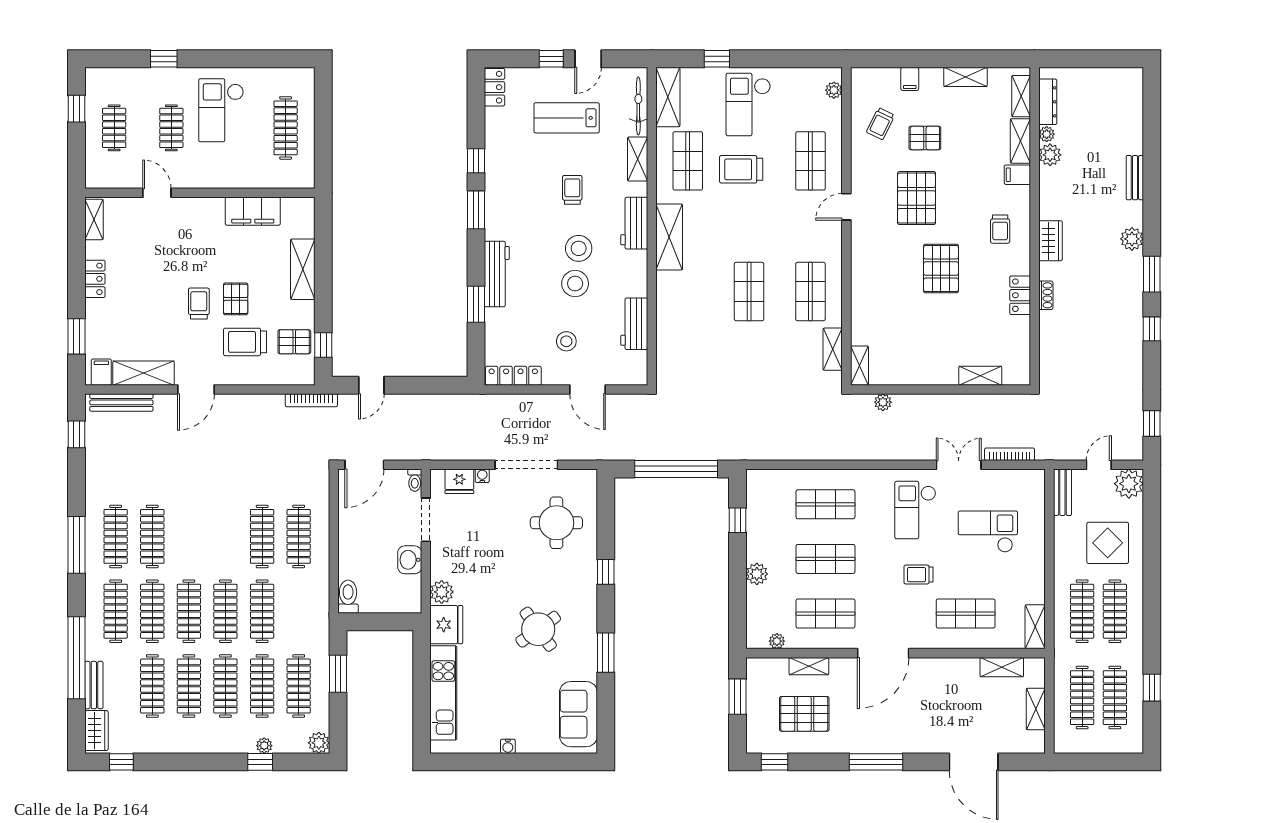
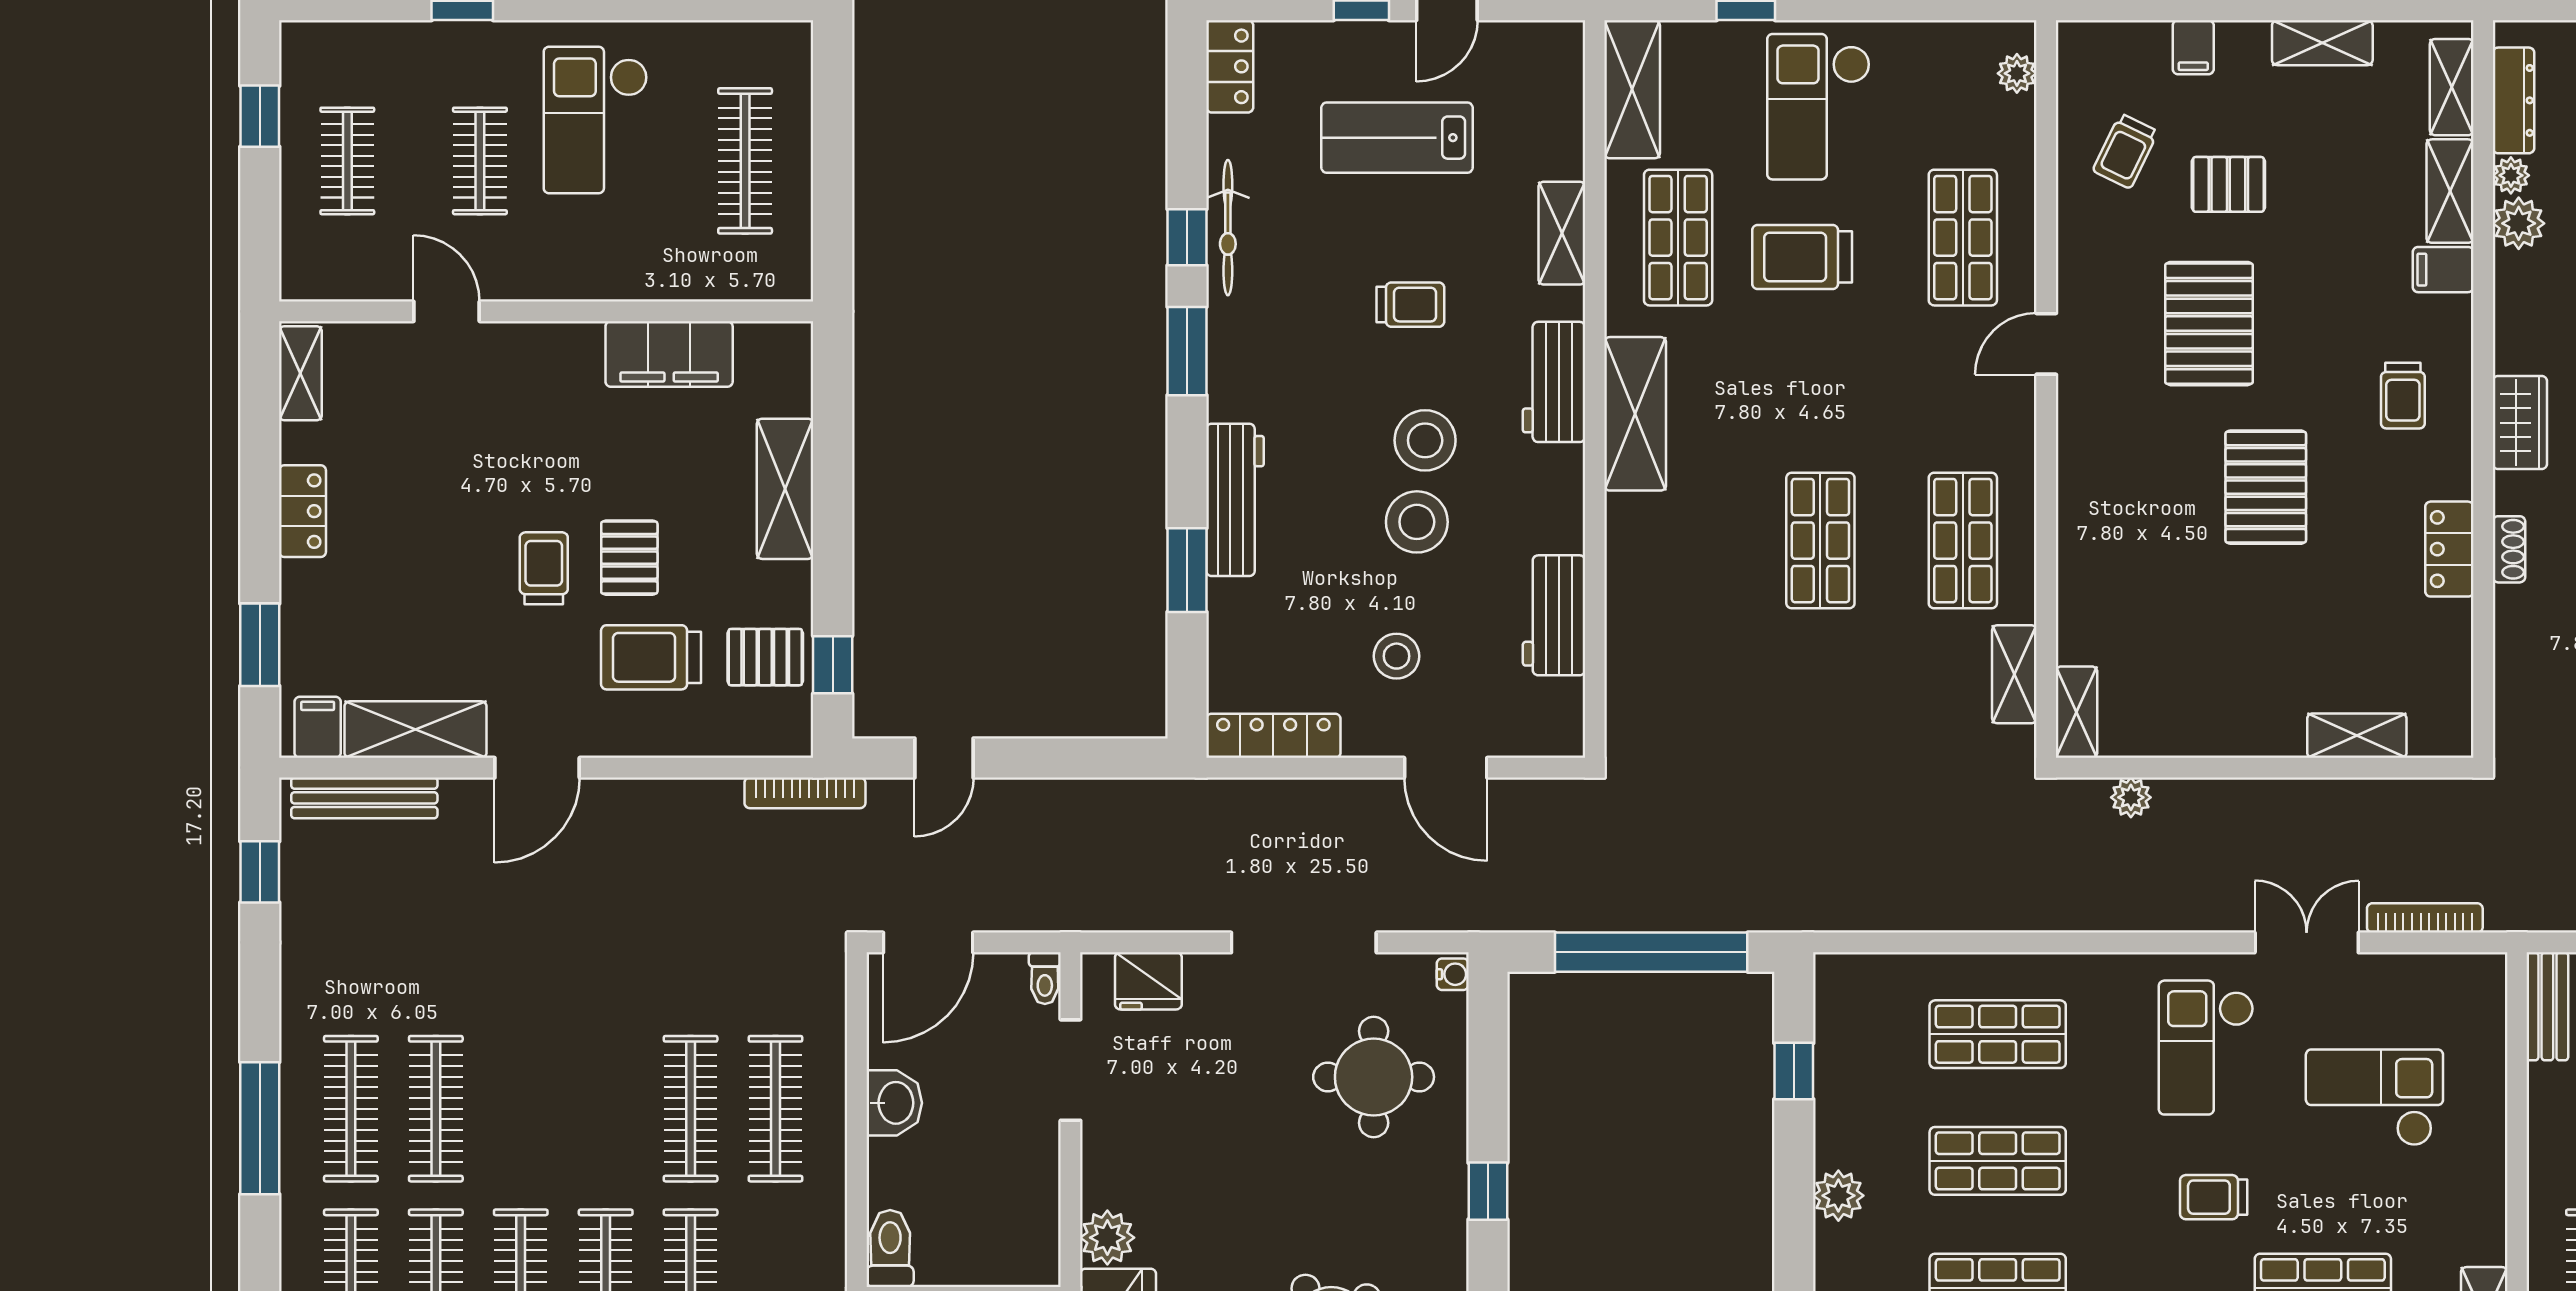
bicycle: (638, 106) -> (1228, 228), moved, turned 180
trolley: (572, 190) -> (1410, 305), turned 90
water cooler: (482, 476) -> (1453, 974), moved, turned 90
washbasin: (410, 560) -> (894, 1103), moved, turned 180

